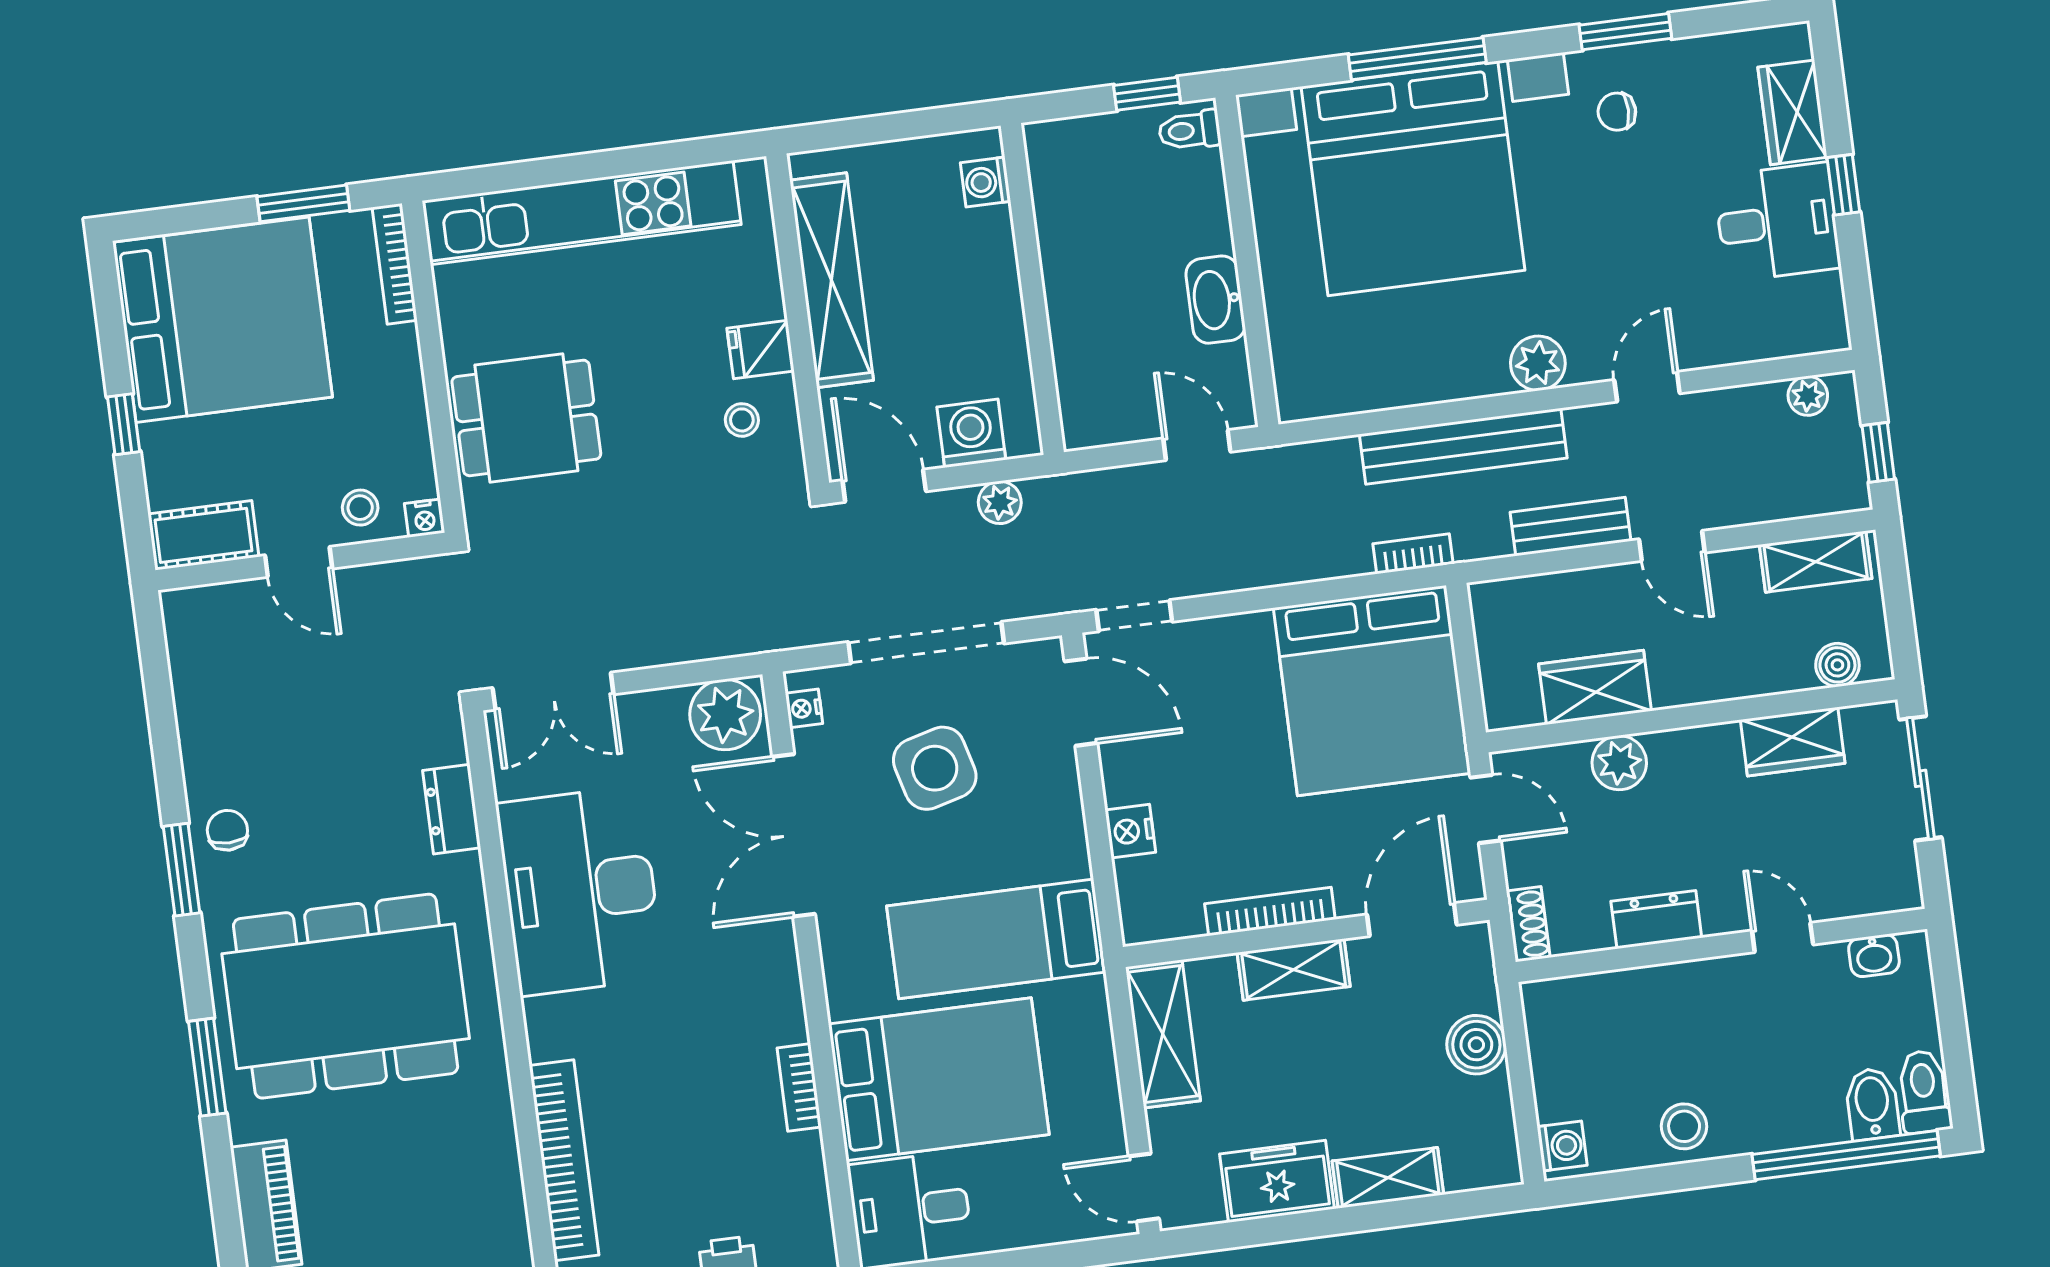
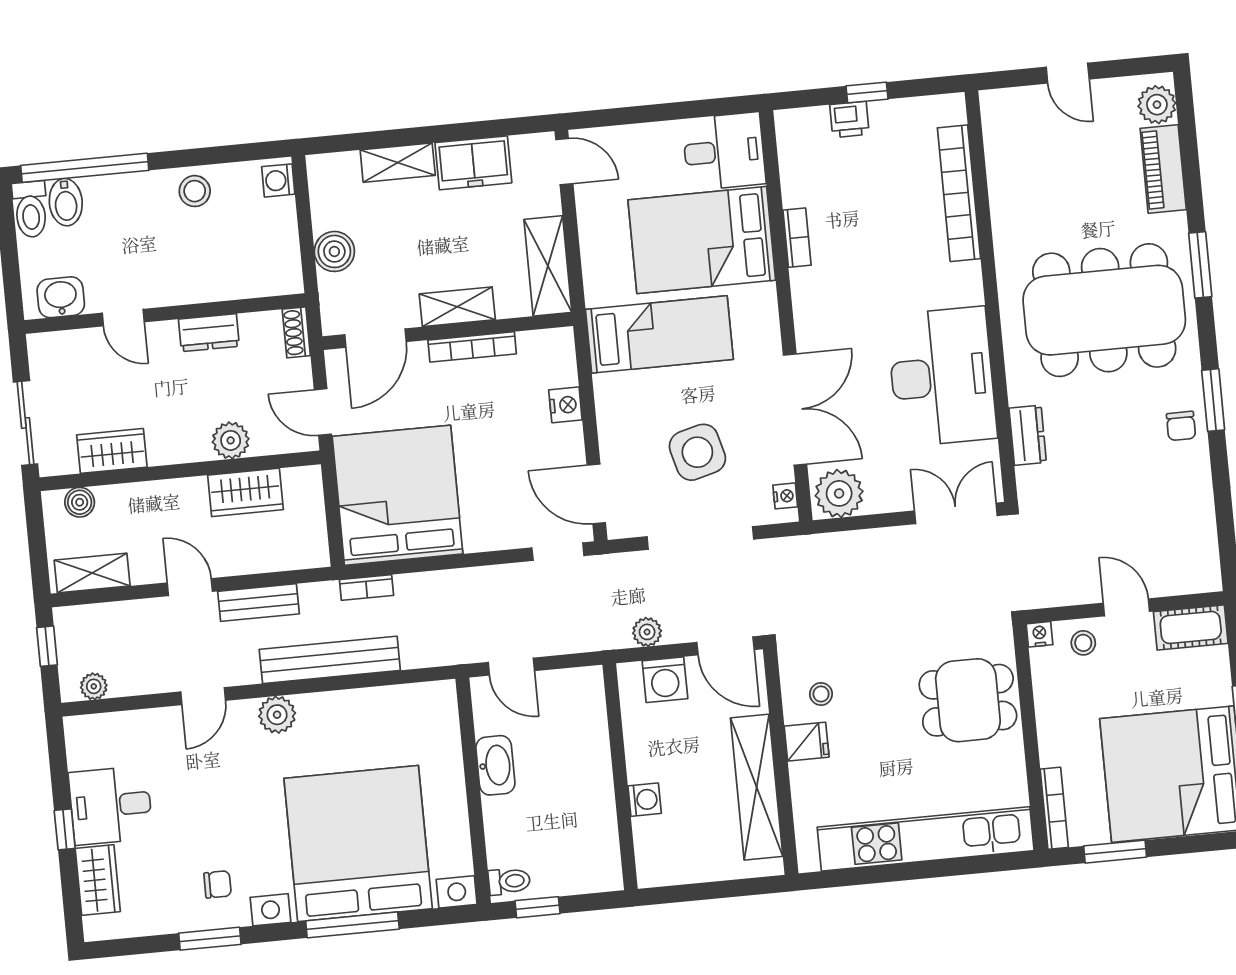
washing machine: (986, 182) -> (645, 800), moved
washbasin: (1874, 956) -> (61, 297), width x1.38, depth x1.45

